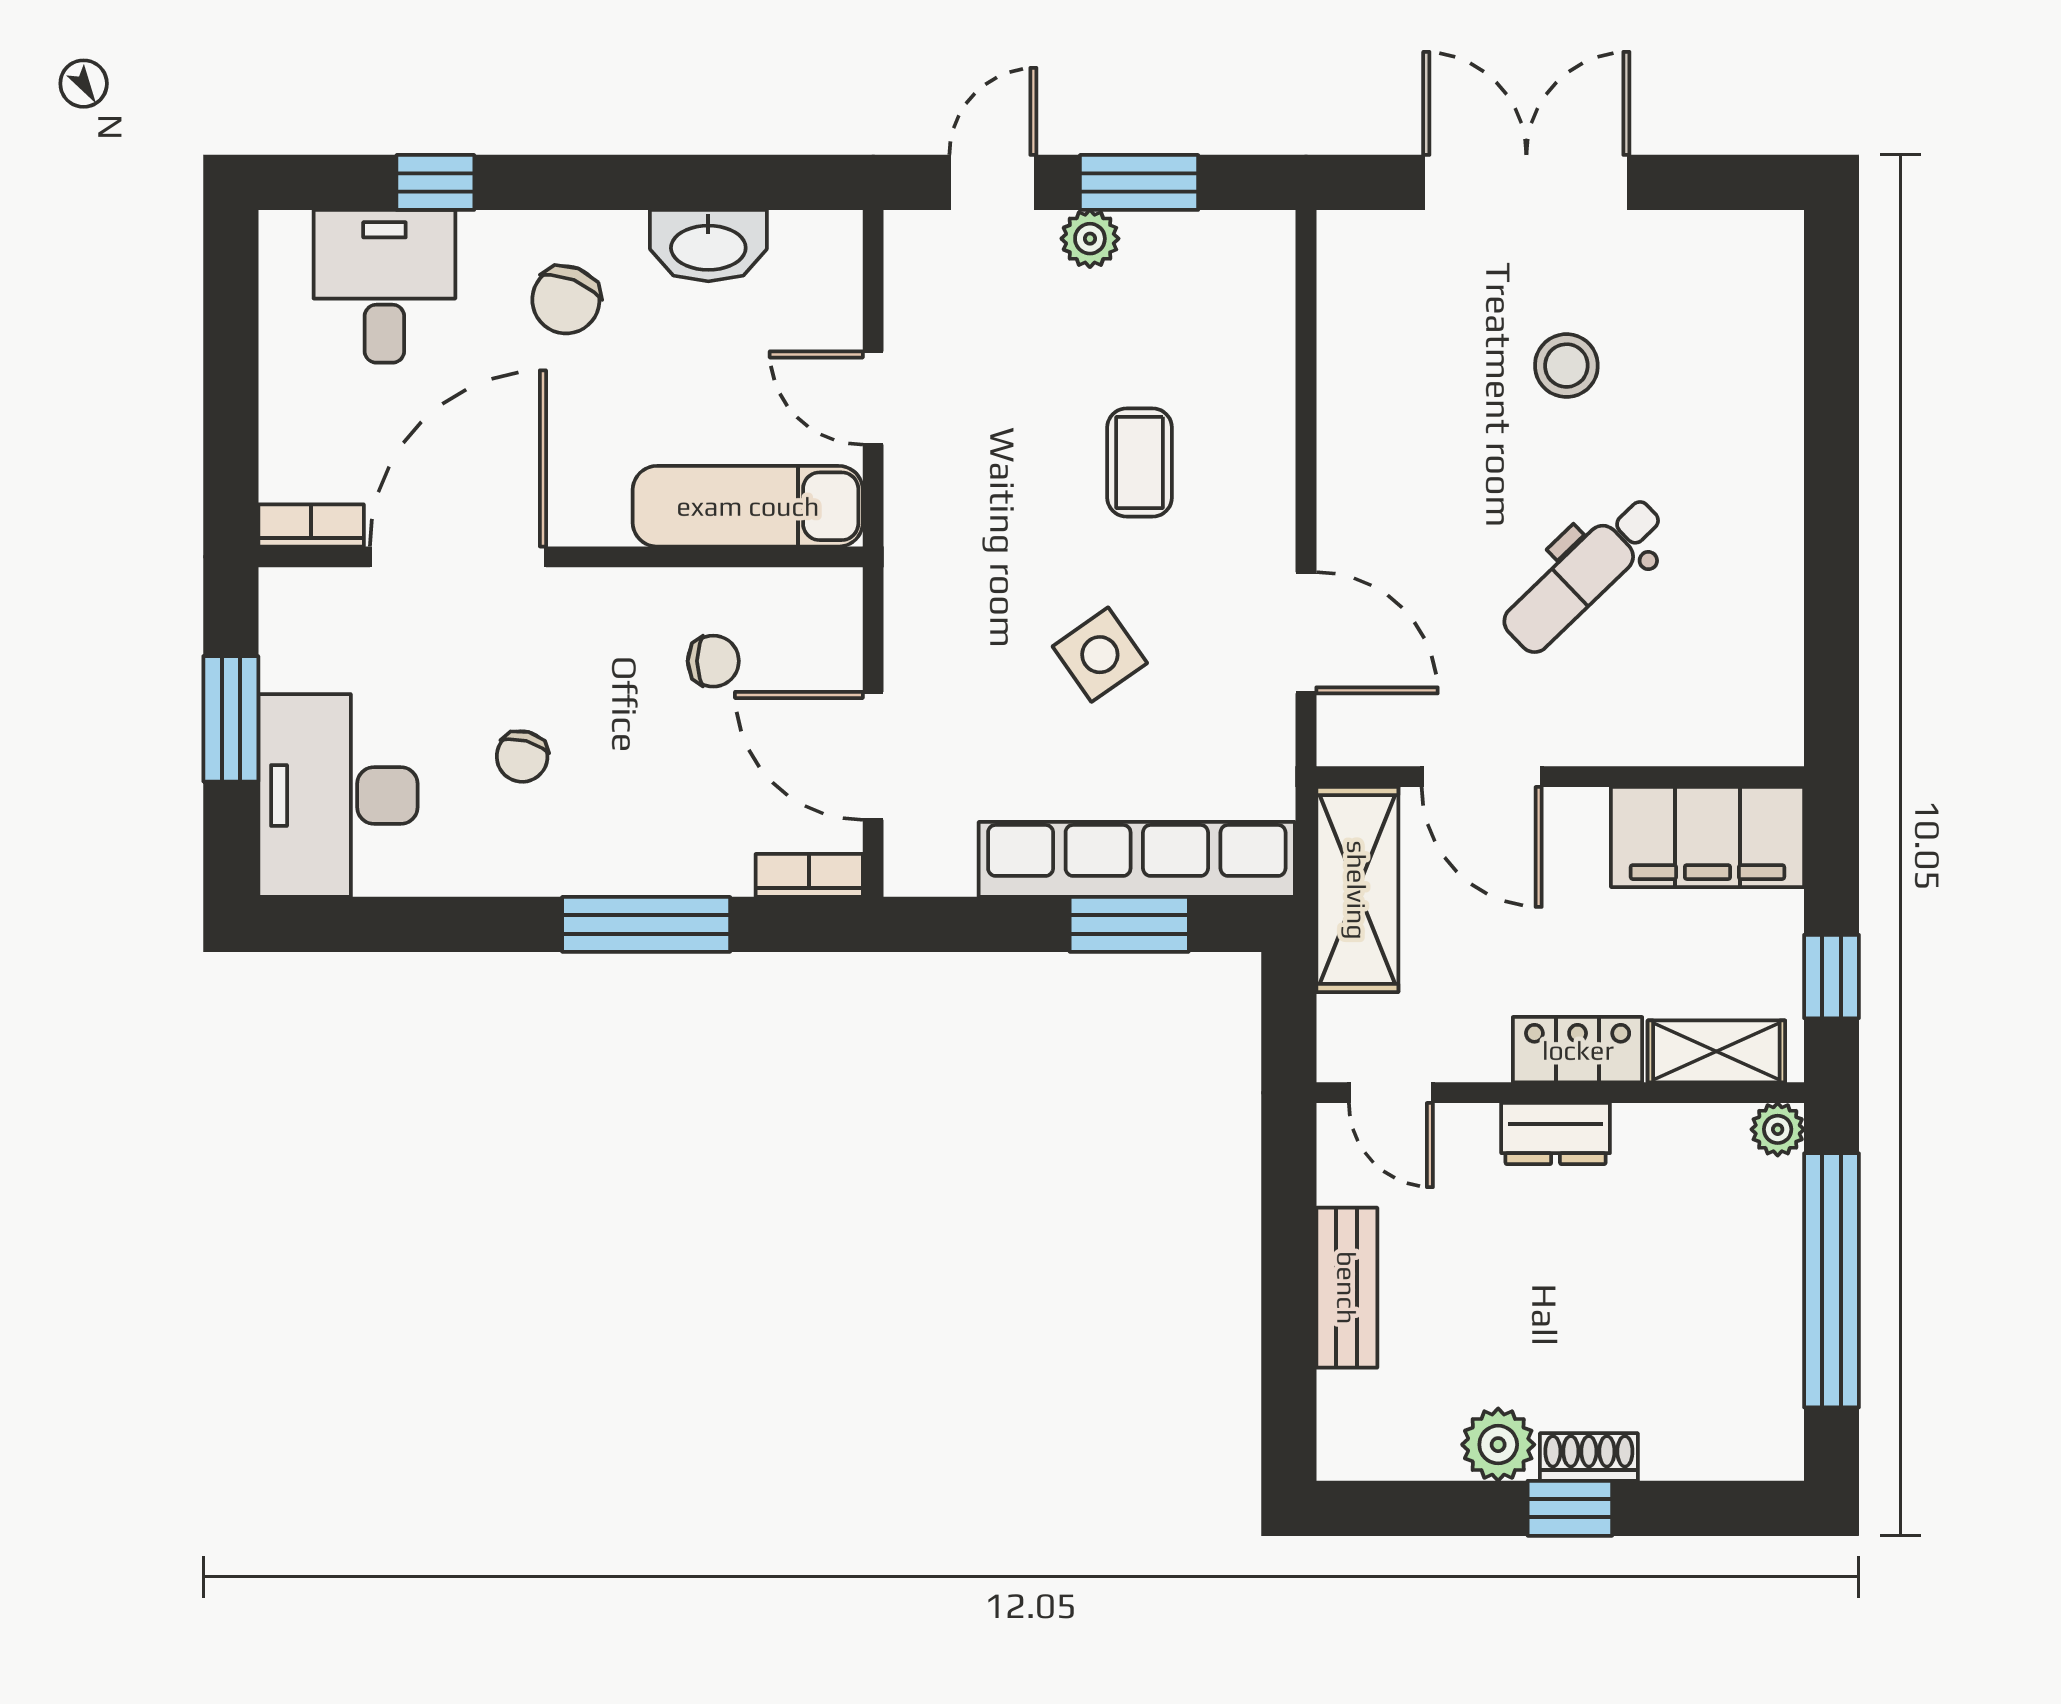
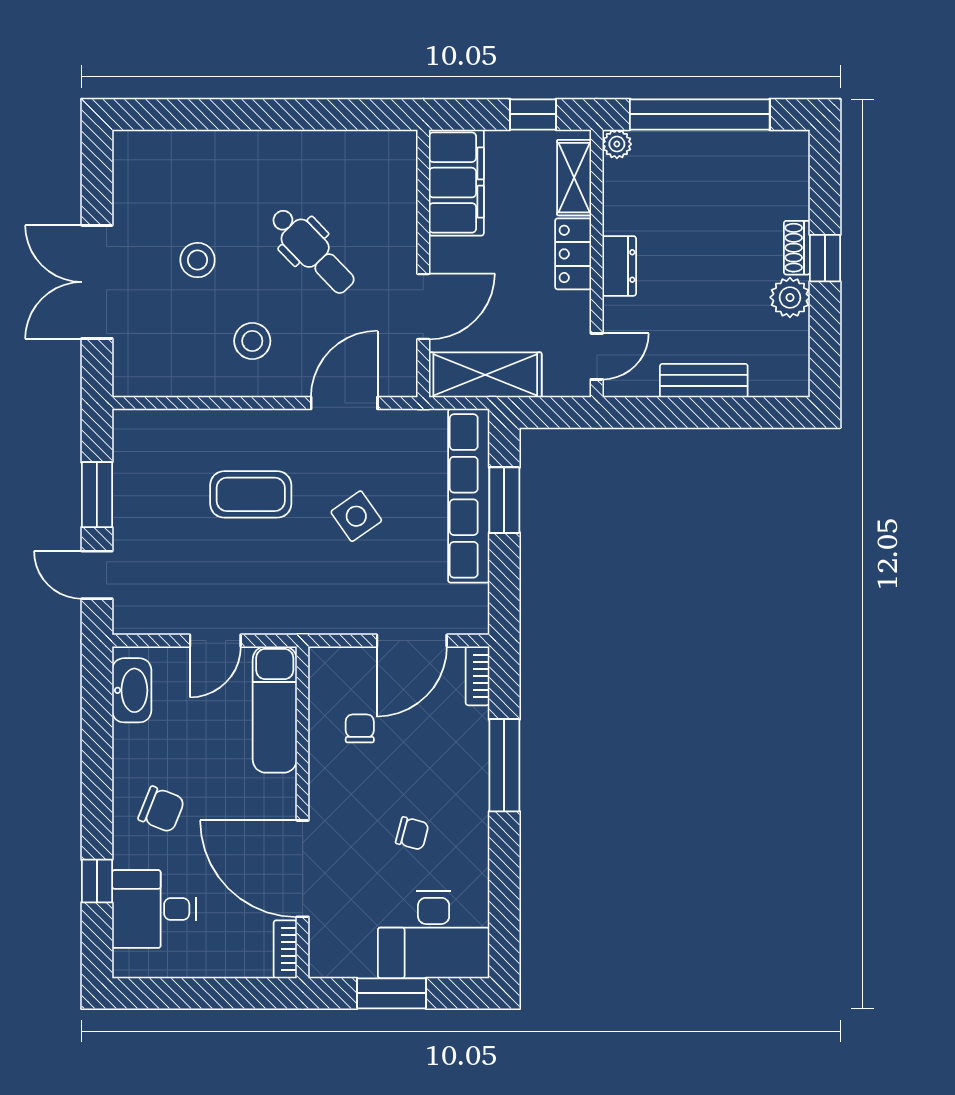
plant: (1090, 239) -> (128, 522), removed
washbasin: (708, 246) -> (132, 690), moved
coffee table: (1140, 462) -> (251, 494), width x1.36, depth x1.30
stool: (1419, 465) -> (252, 341), added

